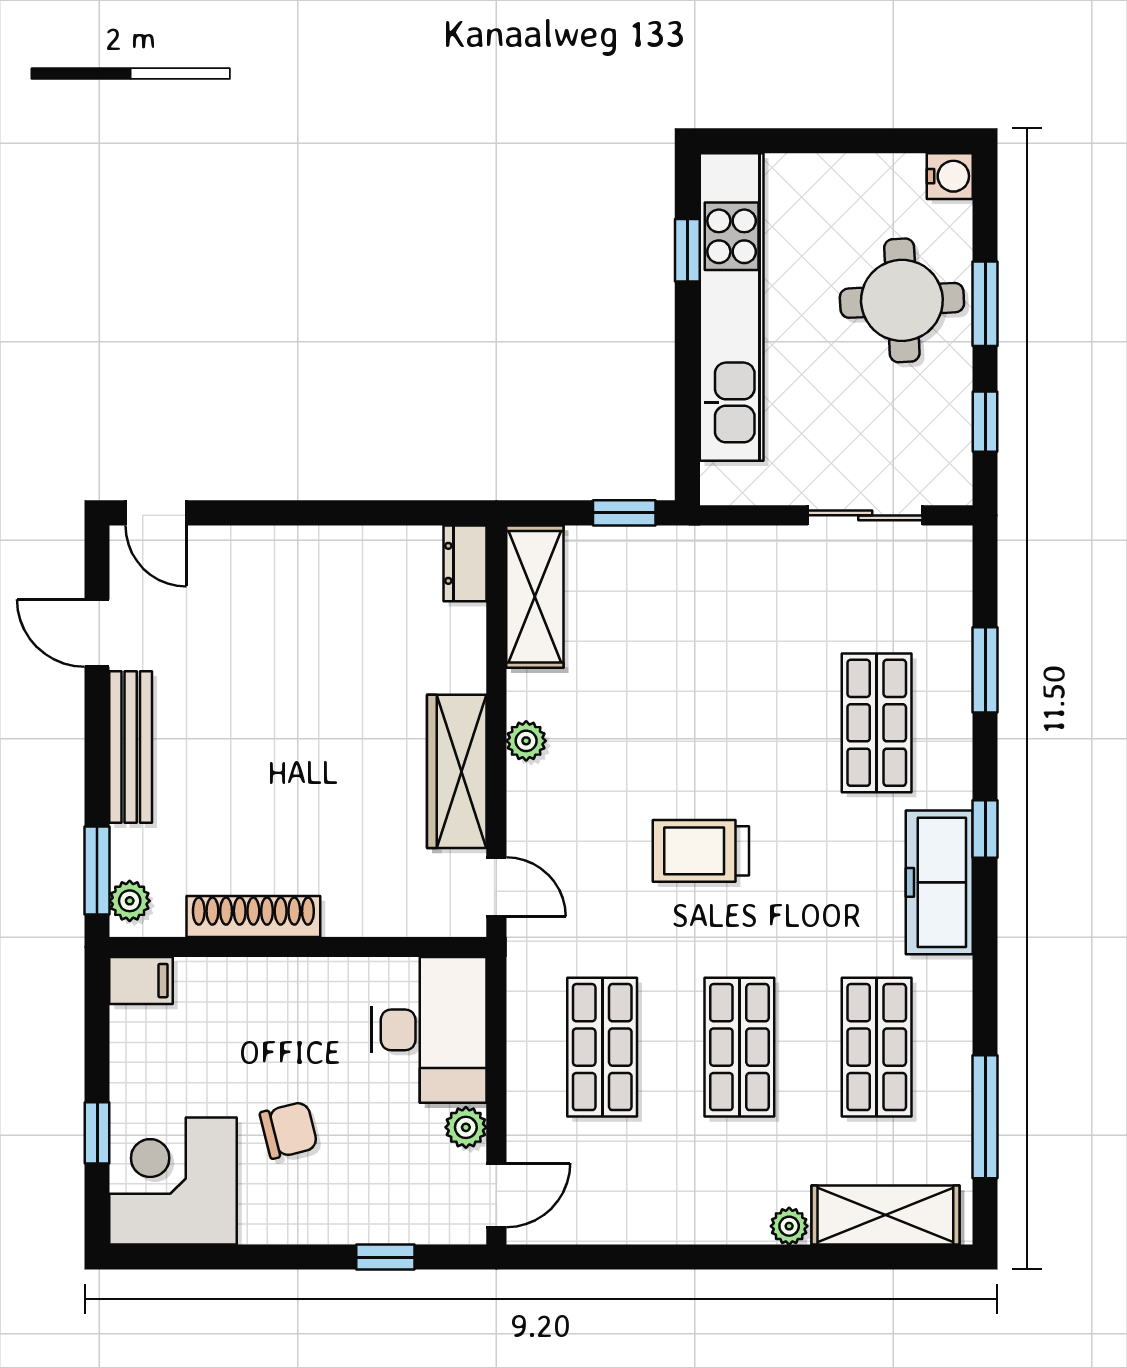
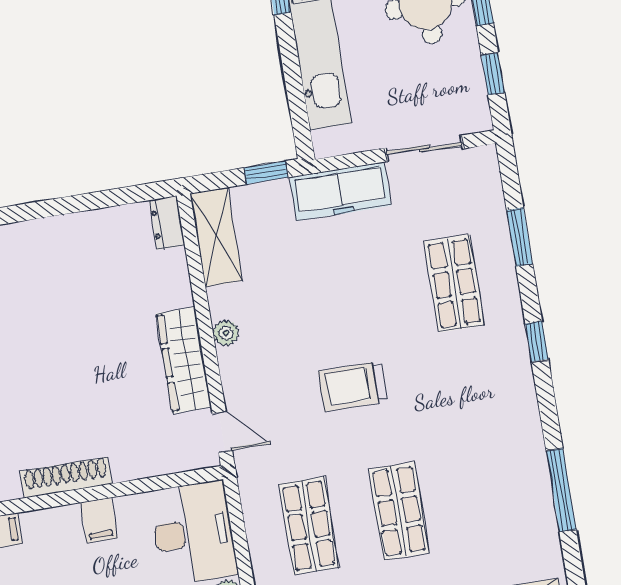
freezer: (939, 882) -> (340, 191), moved, turned -90
filing cabinet: (292, 988) -> (99, 520), added
shop shelf: (877, 1047) -> (489, 496), removed
window: (985, 1117) -> (561, 490), moved

